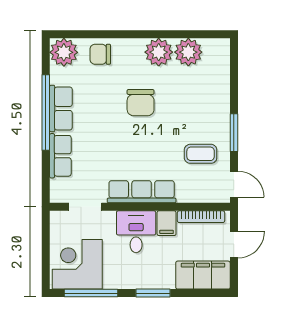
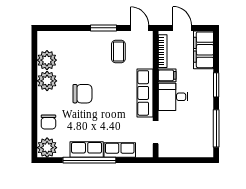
door: (234, 184) -> (140, 28), hinge flipped
corner desk: (77, 264) -> (196, 138), removed

